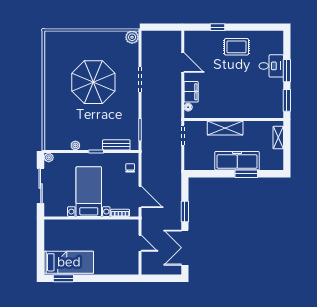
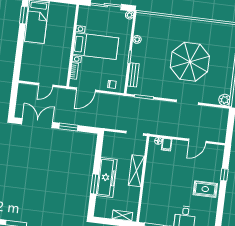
rug: (236, 47) -> (205, 189), turned 90
filing cabinet: (191, 92) -> (167, 145), width x0.50

